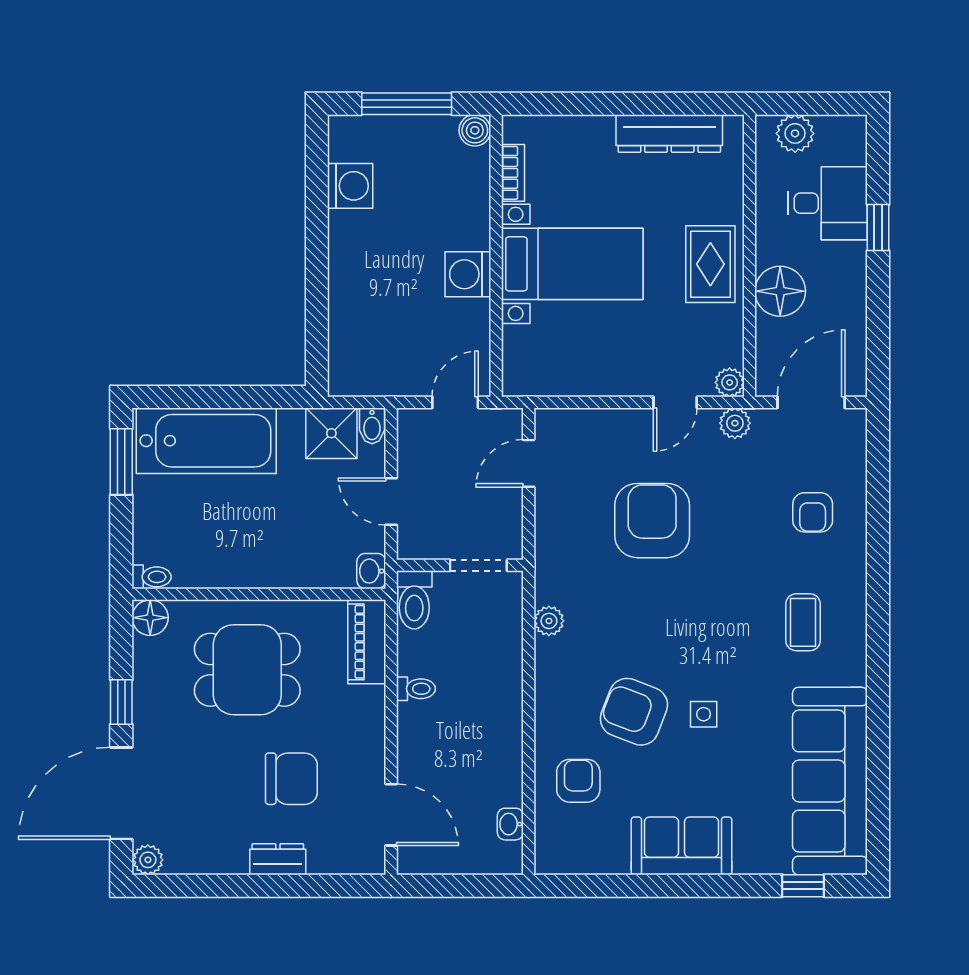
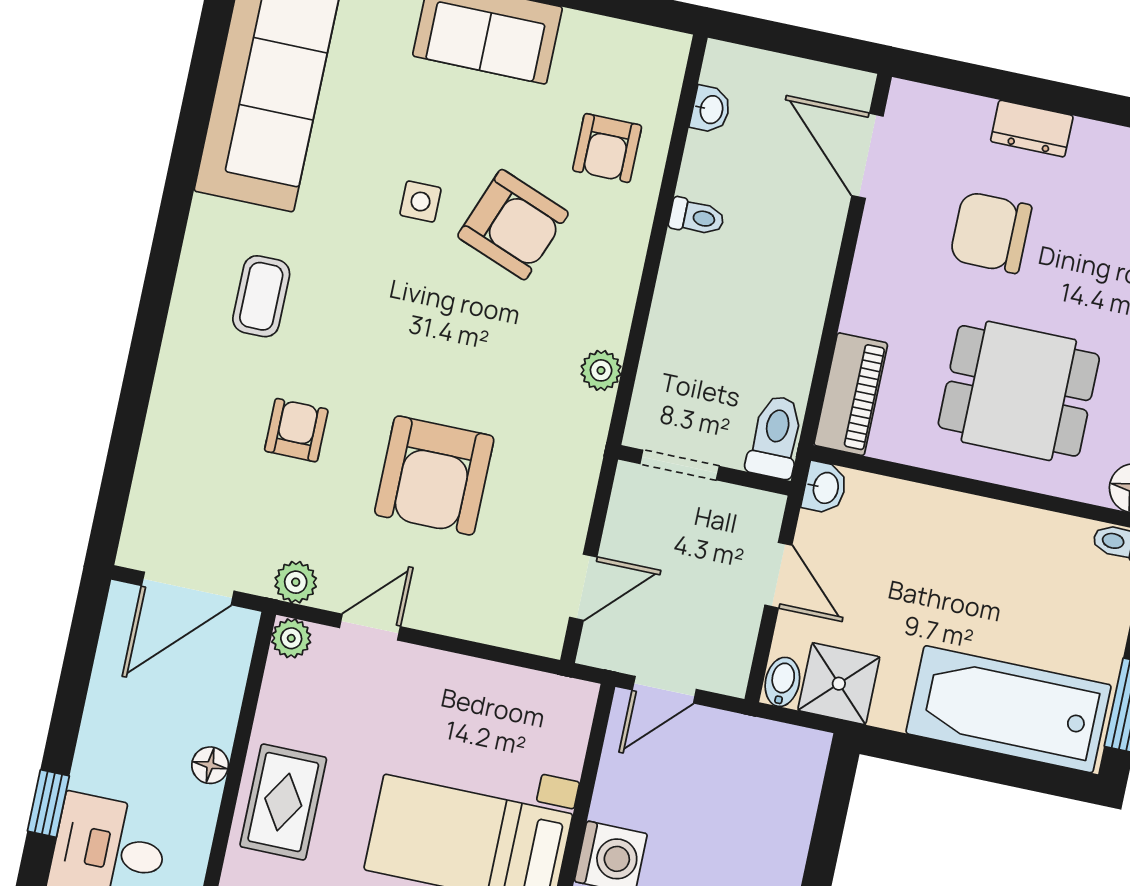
floor lamp: (780, 291) -> (210, 765), width x0.53, depth x0.53
armchair: (813, 512) -> (296, 430), moved
toilet: (416, 689) -> (697, 217), moved, turned 180

